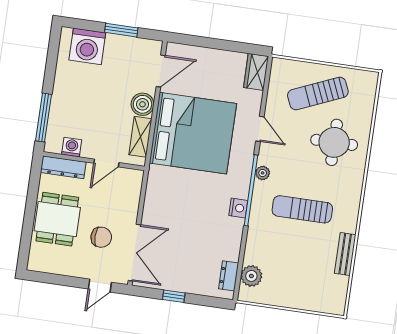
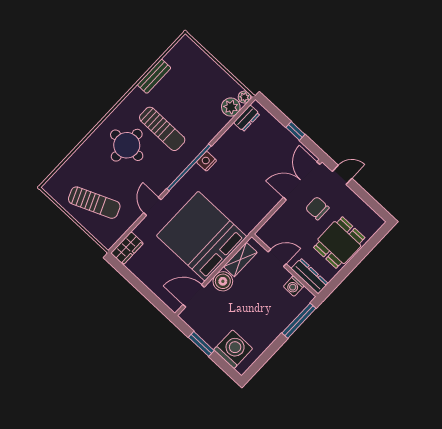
round table: (334, 142) -> (127, 145), moved
plant: (263, 173) -> (244, 97), moved

